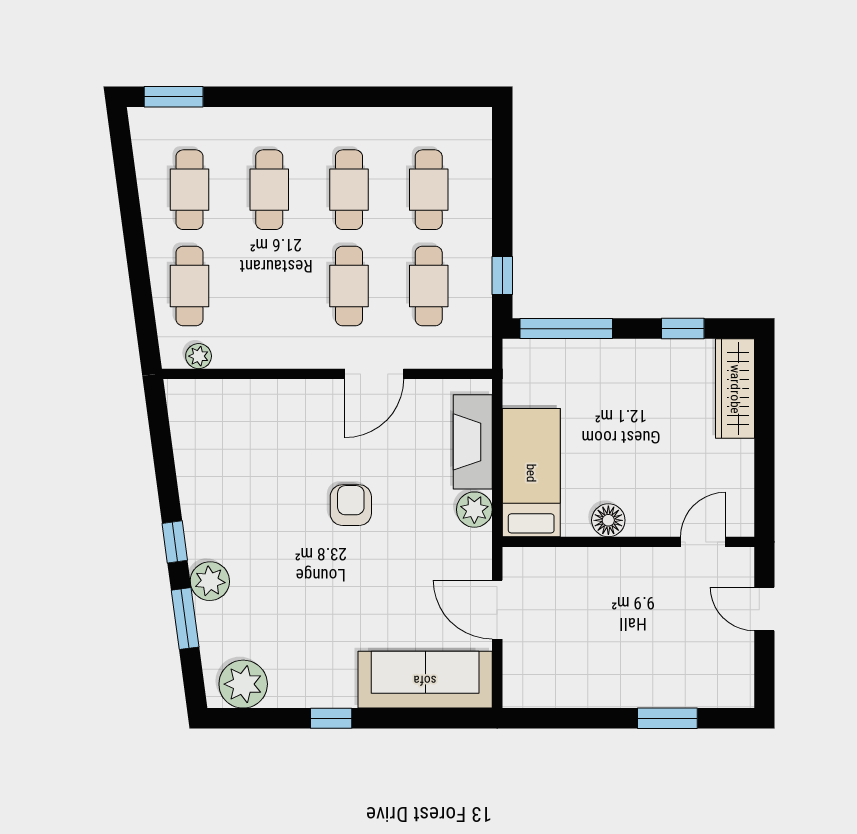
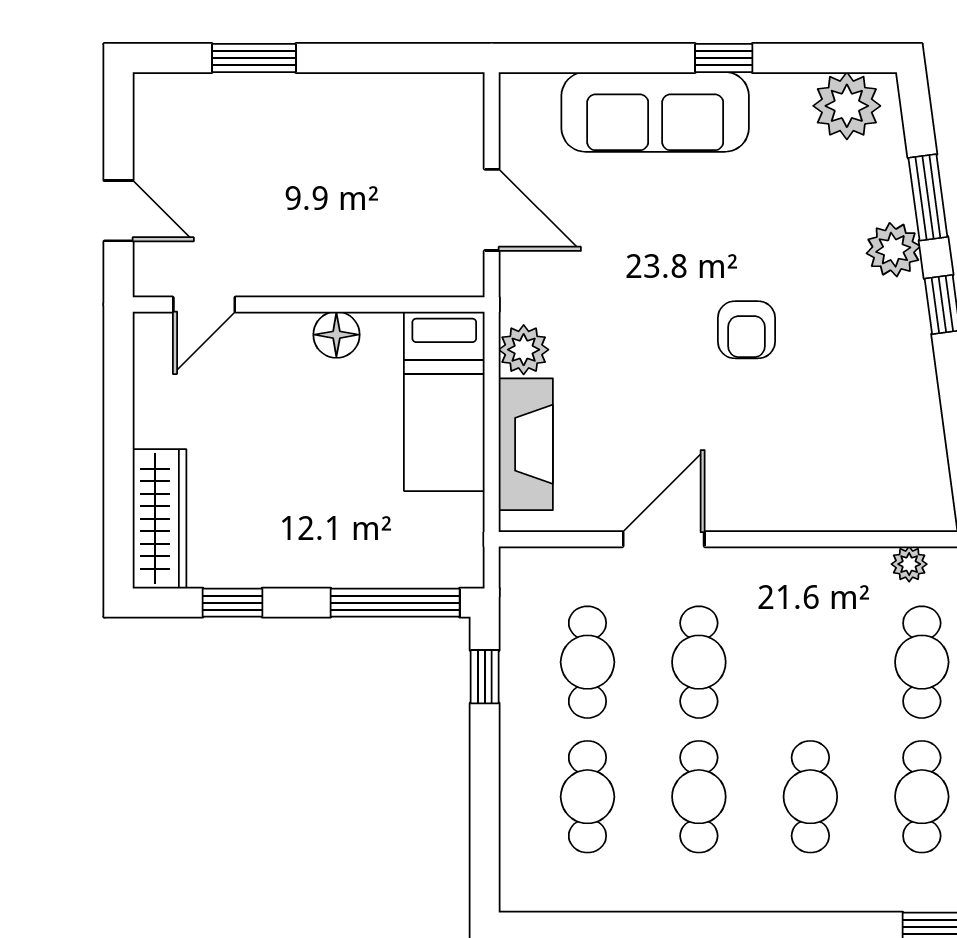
armchair: (351, 505) -> (746, 330), moved
sofa: (425, 680) -> (655, 112), moved

